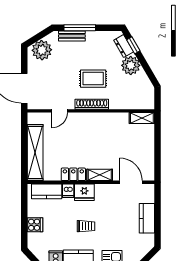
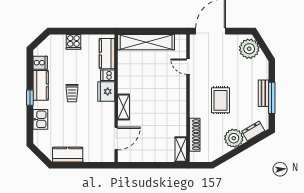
window: (80, 28) -> (272, 98), moved
bench: (72, 36) -> (263, 93), moved
window: (133, 45) -> (254, 141), removed
shoe rack: (92, 104) -> (195, 135), moved
locker: (73, 174) -> (124, 80), removed
kitchen counter: (147, 218) -> (68, 155), moved

